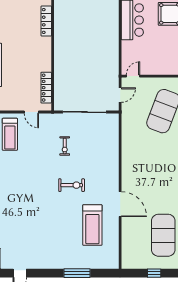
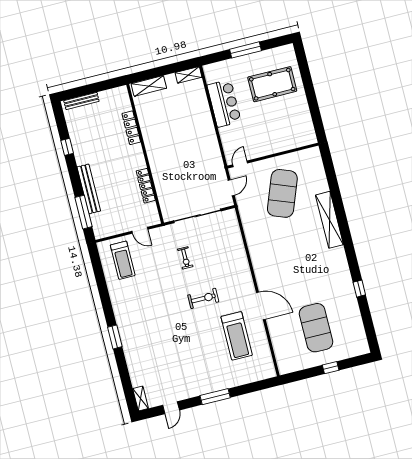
locker: (46, 88) -> (146, 186), moved
window: (77, 273) -> (215, 397), moved
window: (154, 273) -> (331, 368), moved

